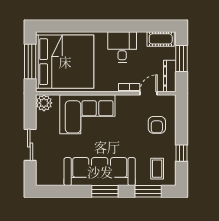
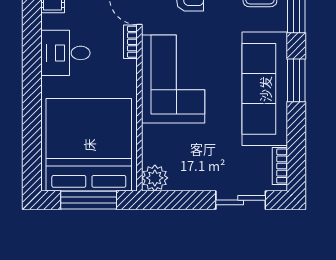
corner sofa: (87, 114) -> (173, 79), moved
sliding door: (30, 145) -> (241, 200), moved
bookcase: (51, 181) -> (280, 166), added

